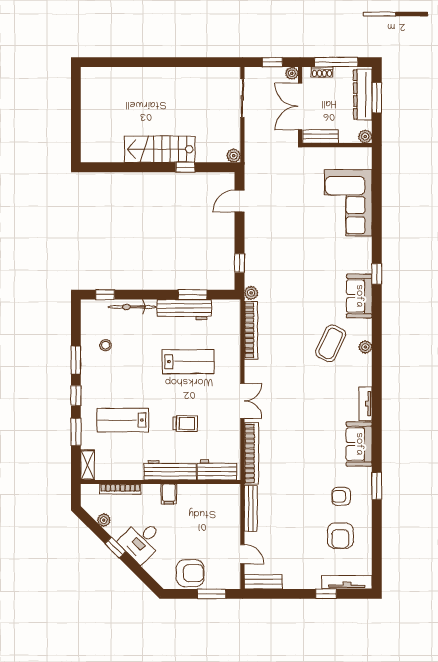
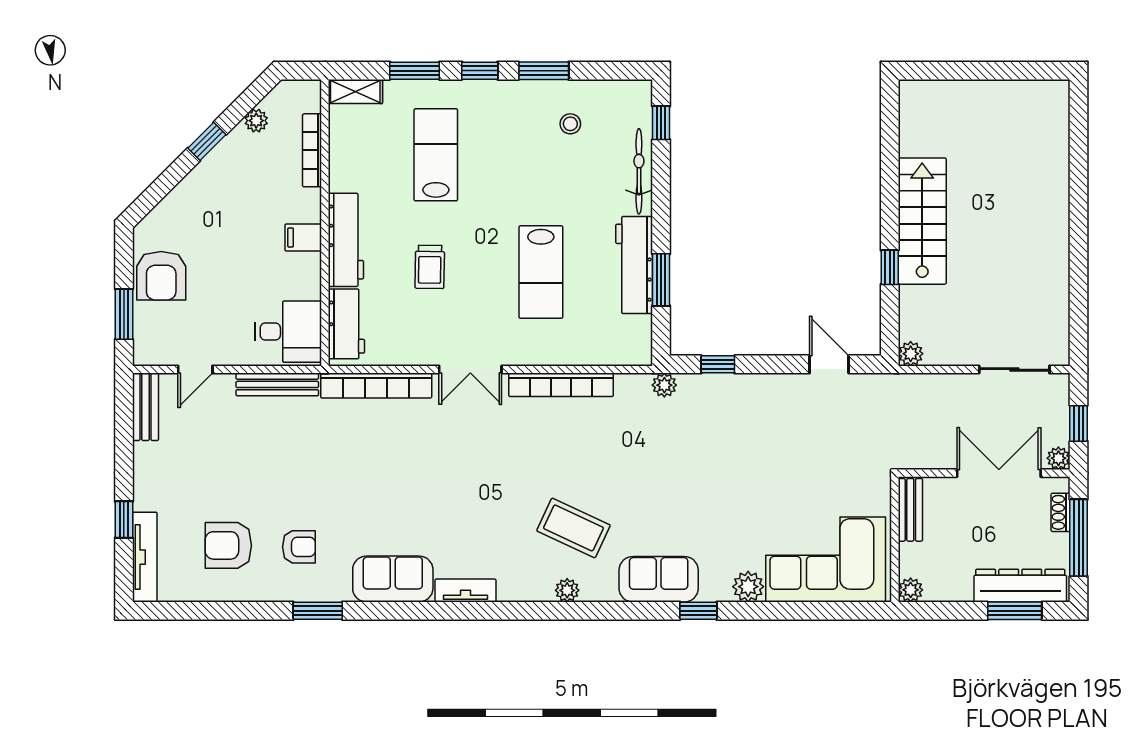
plant: (365, 136) -> (911, 590), moved
bench: (321, 137) -> (910, 510), moved
wall: (337, 145) -> (895, 539), moved
plant: (363, 246) -> (748, 587), added
bookcase: (251, 330) -> (561, 385), moved
armchair: (341, 496) -> (299, 547), turned 90
desk: (141, 541) -> (288, 332), moved, turned 135

